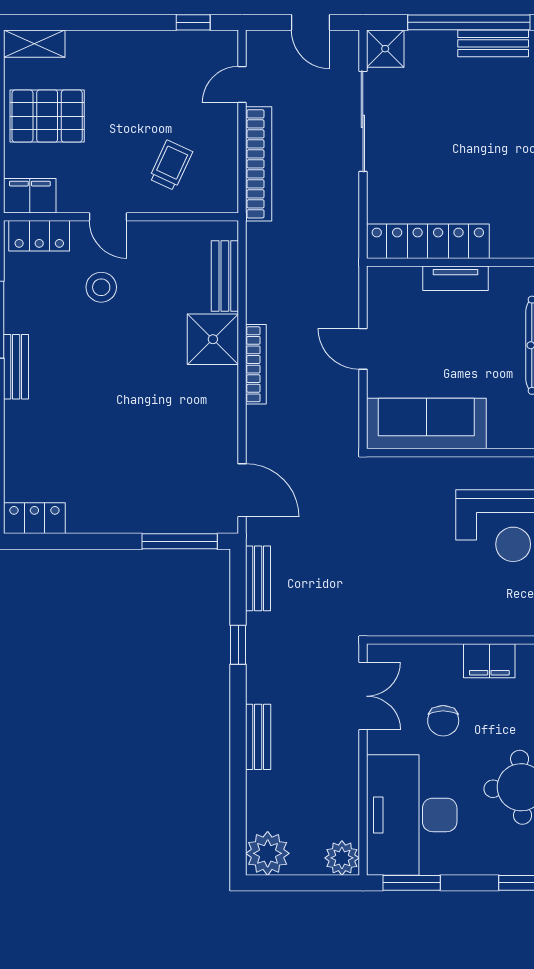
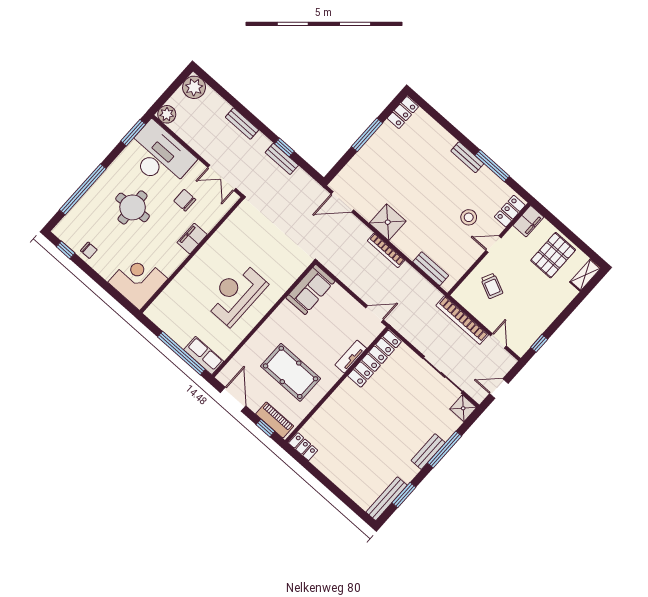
window: (469, 22) -> (445, 449), width x0.68
shower: (213, 339) -> (388, 222), moved
door: (363, 349) -> (375, 314), moved
sofa: (426, 424) -> (310, 290), width x0.73
window: (180, 541) -> (367, 135), moved
bench: (258, 578) -> (282, 159), moved

